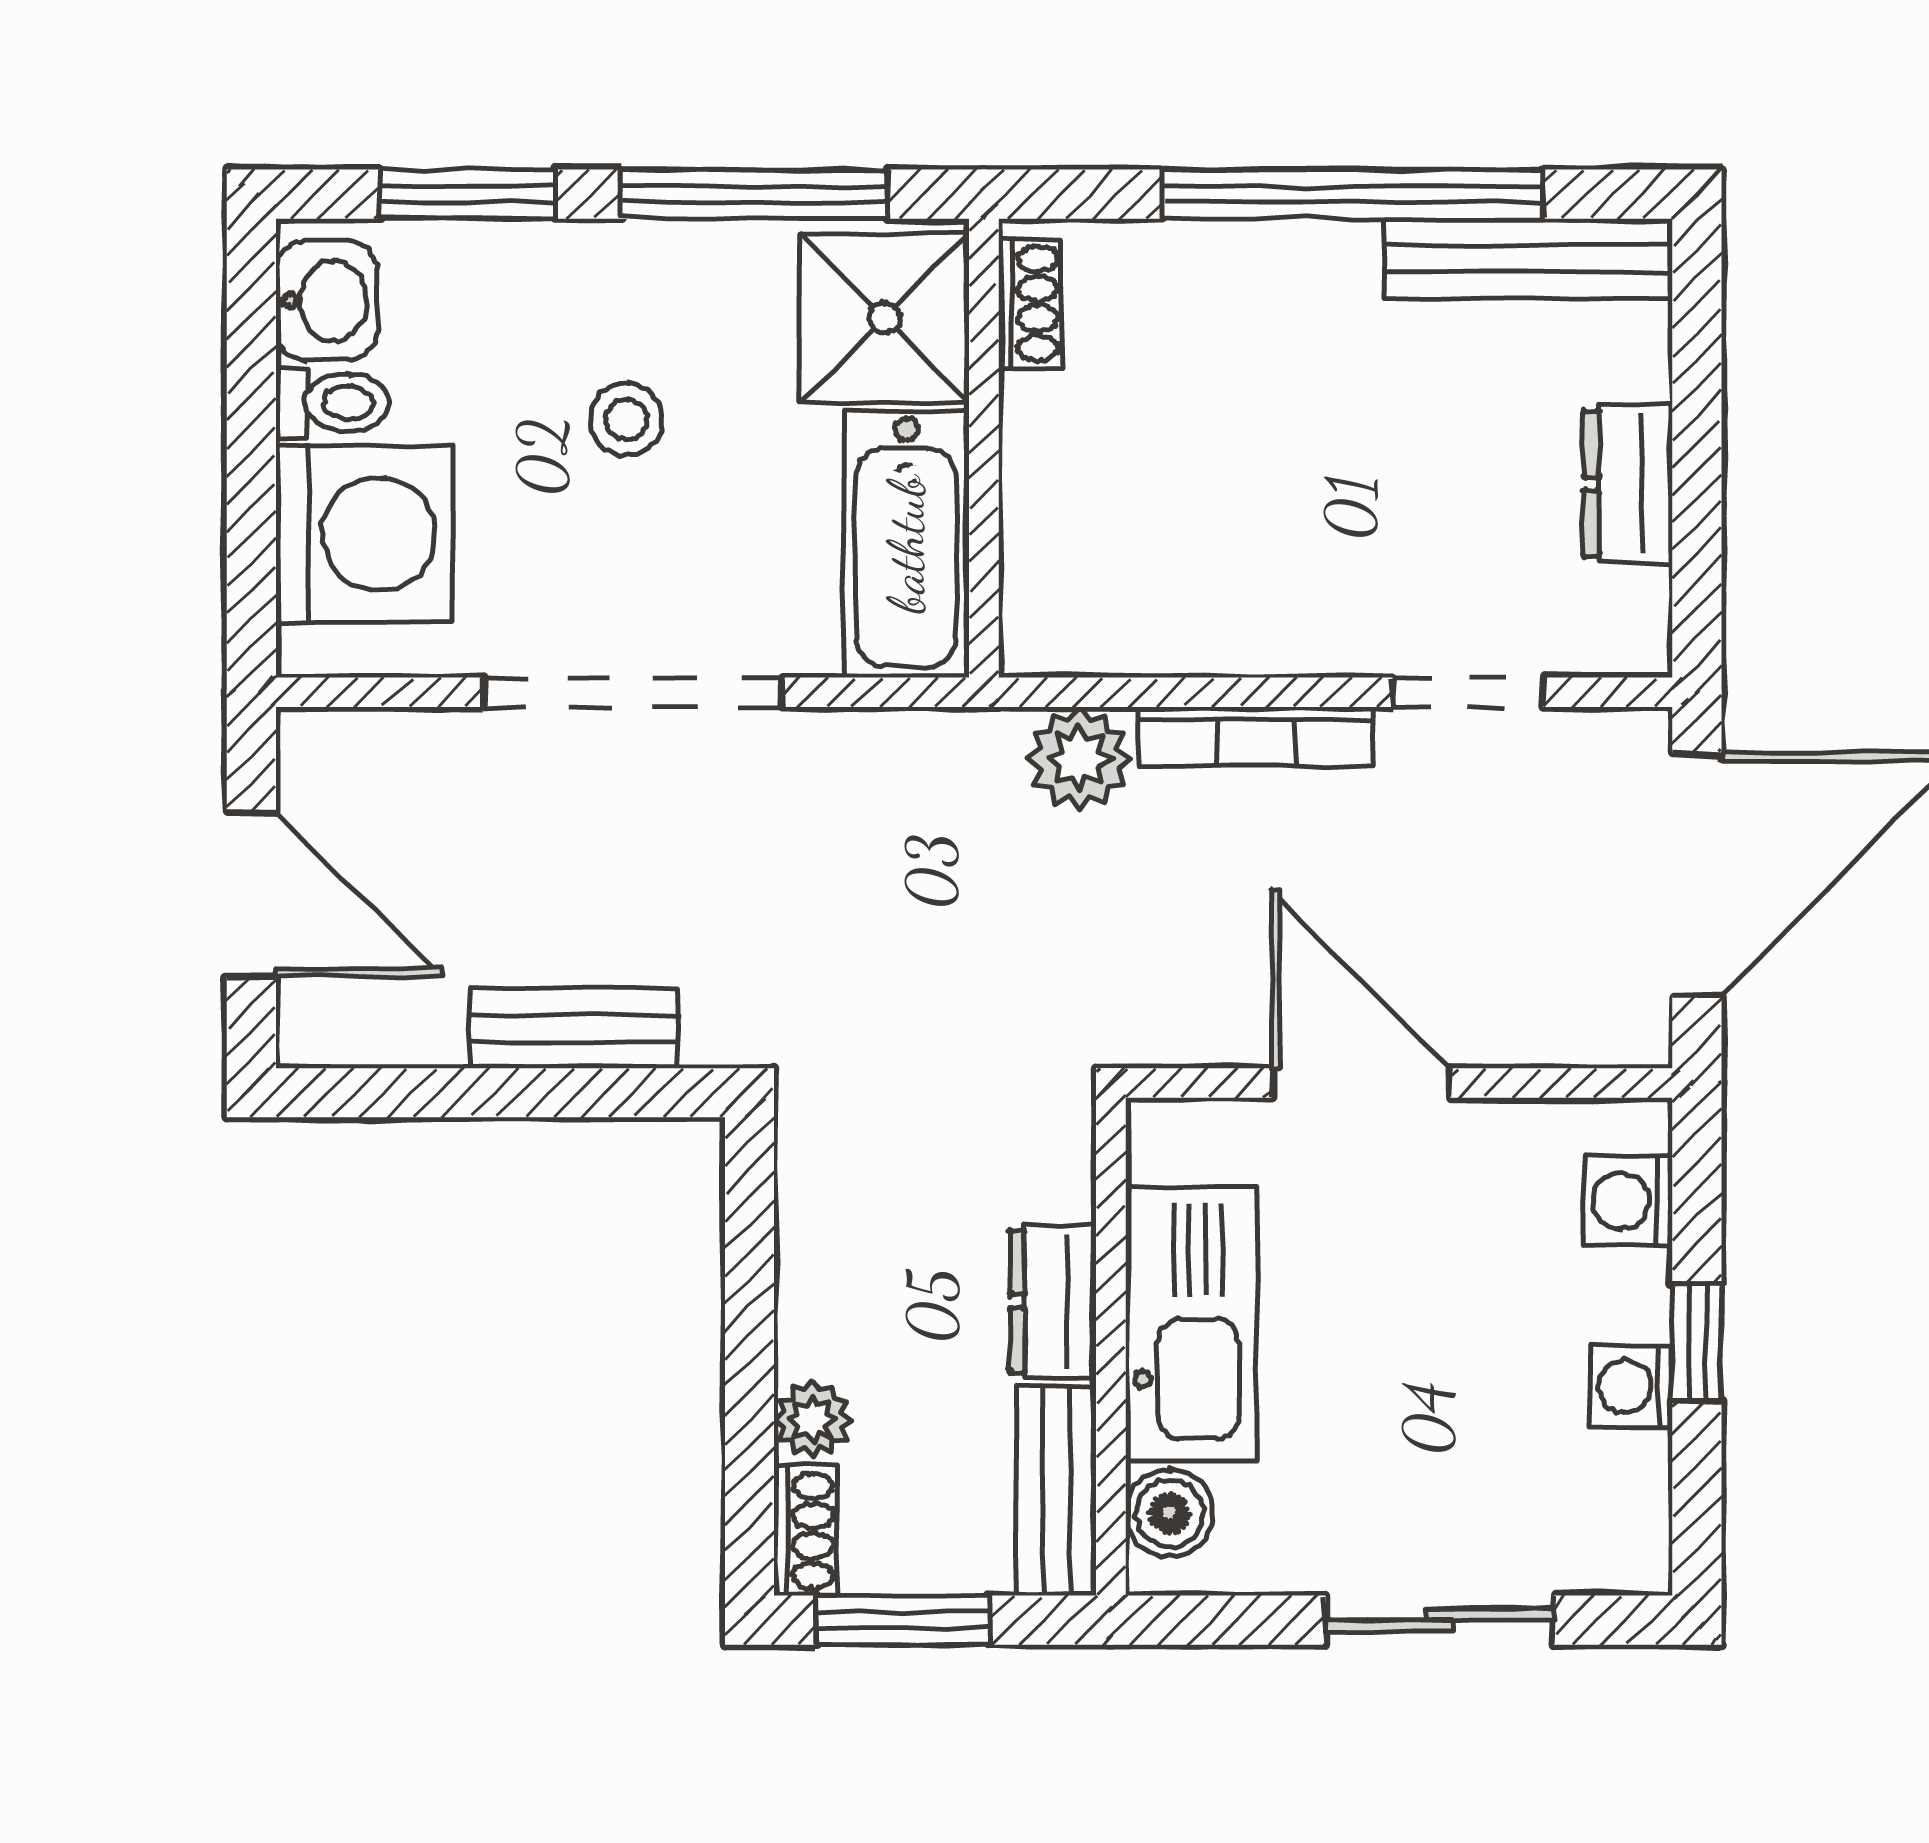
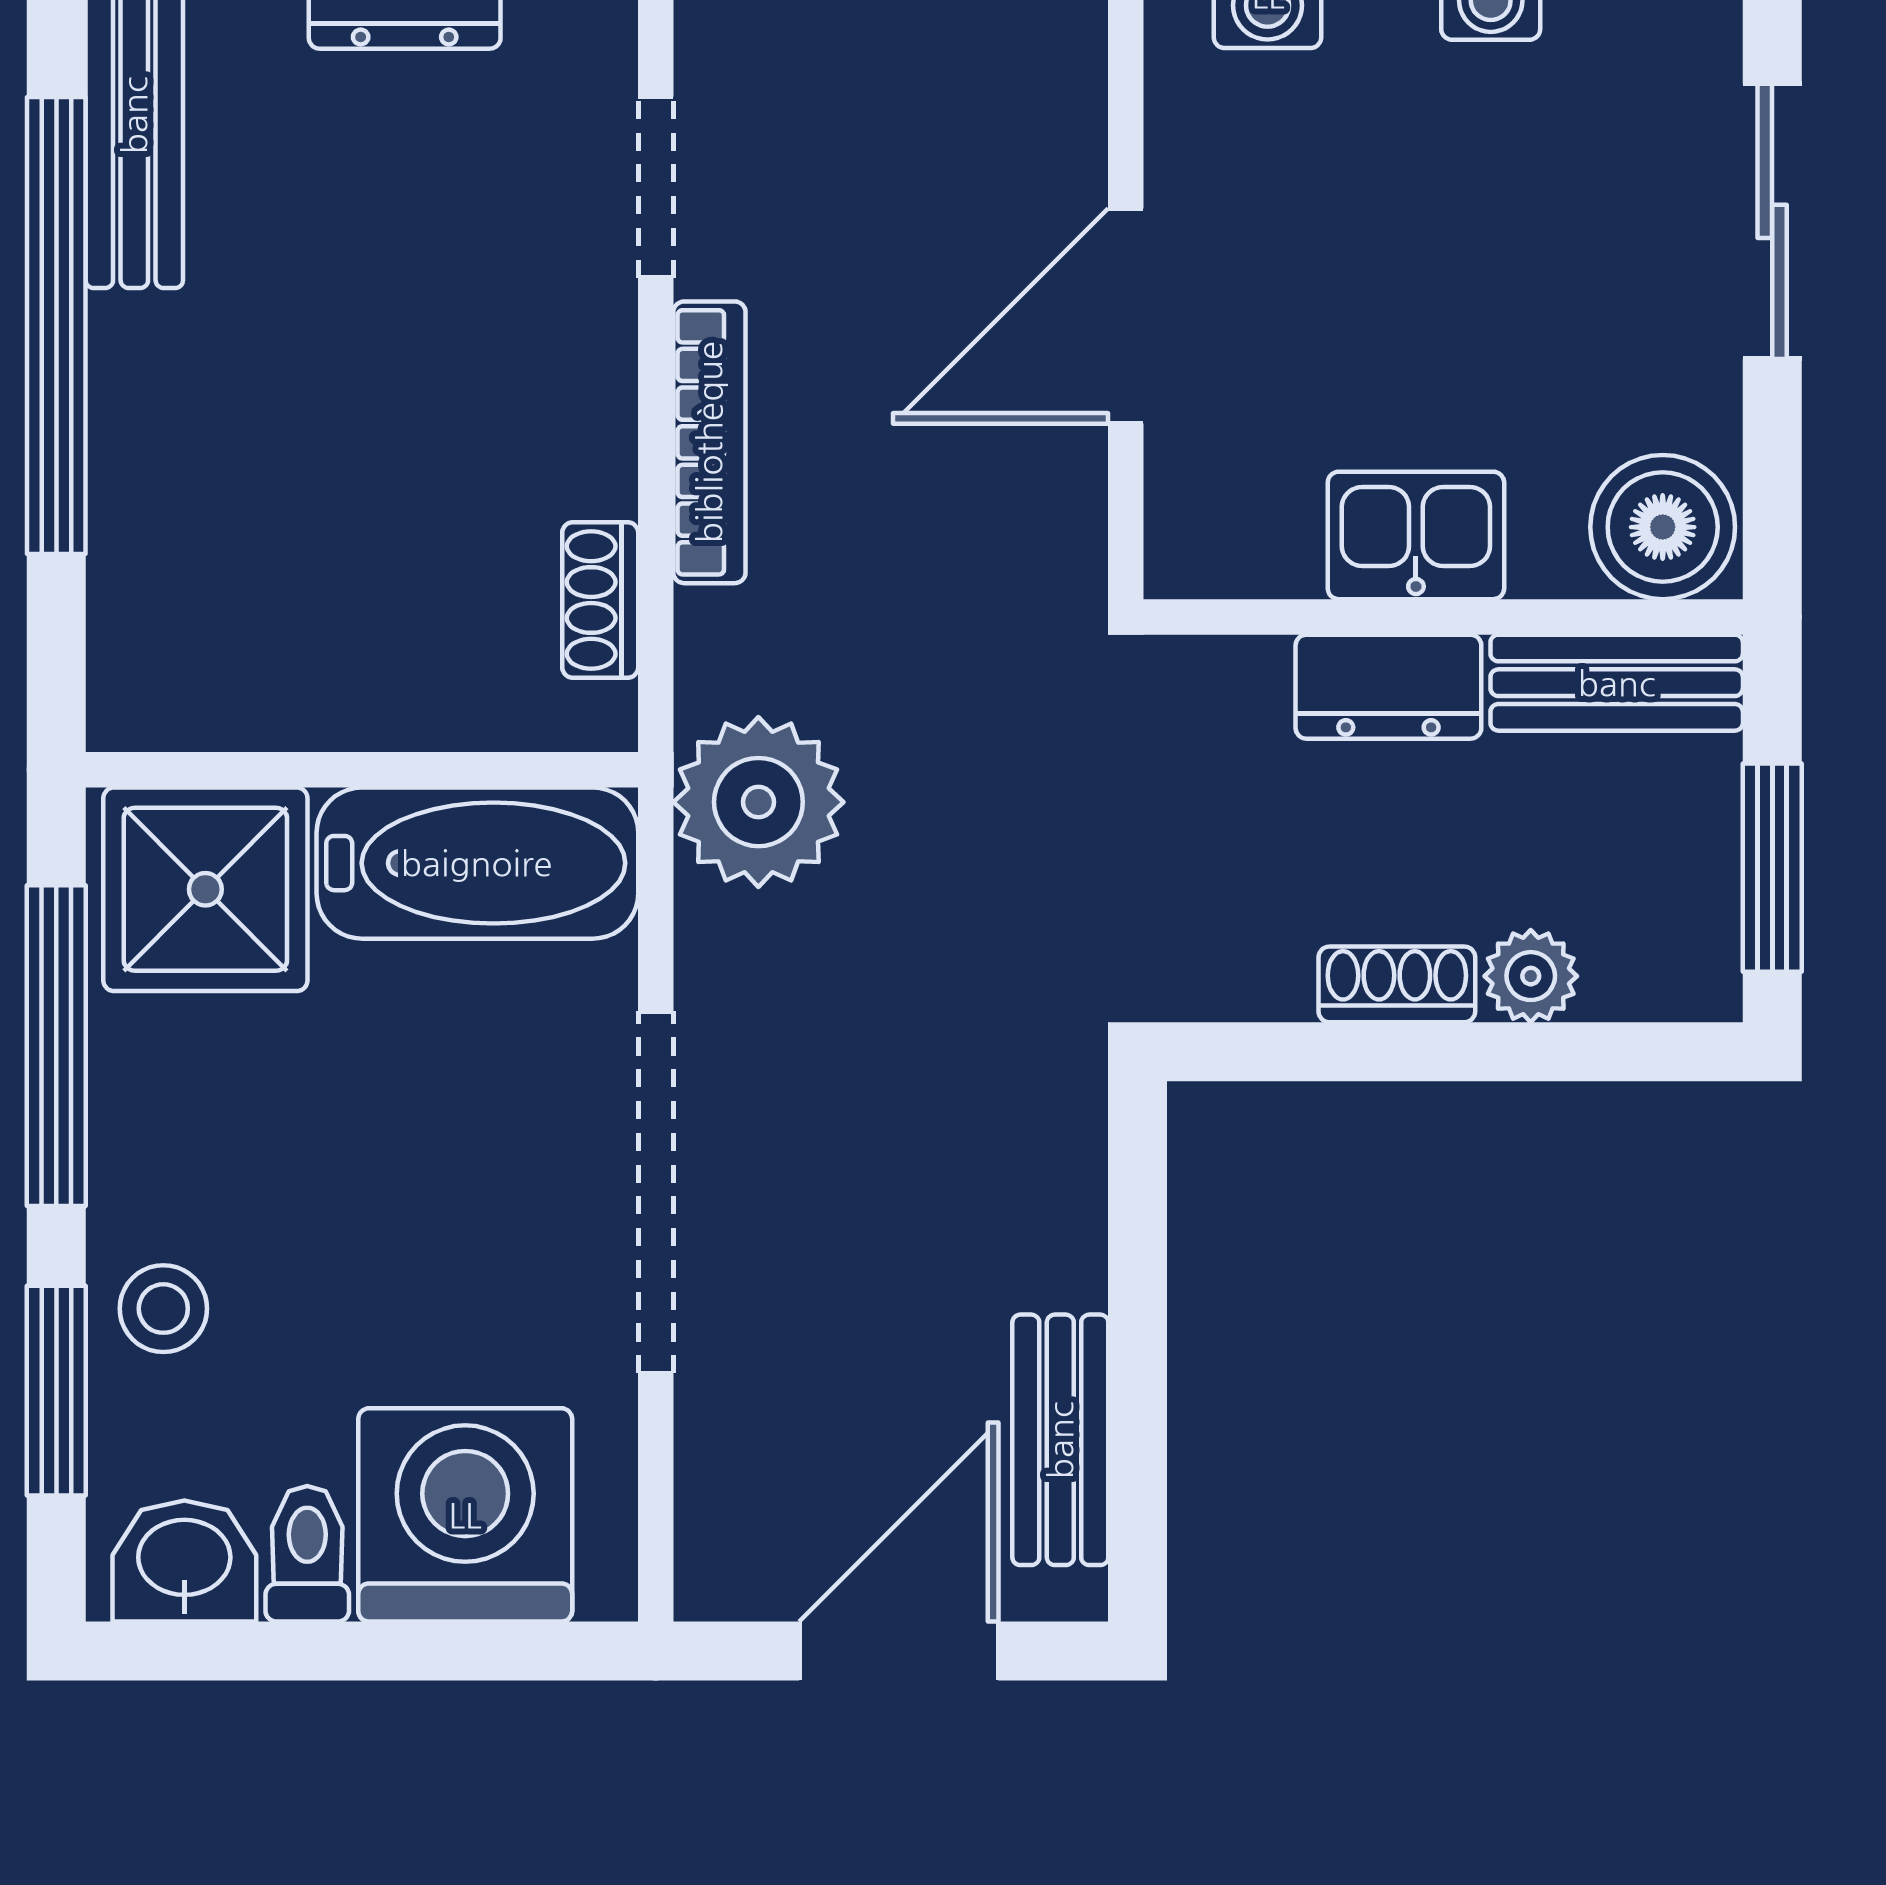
shoe rack: (1030, 303) -> (600, 600), moved, turned -90
stool: (626, 419) -> (163, 1309), moved
plant: (1079, 759) -> (758, 802), moved, width x1.36, depth x1.36
bench: (573, 1029) -> (1060, 1440), moved
kitchen sink: (1191, 1324) -> (1416, 535), width x0.53, depth x0.81
boiler: (1170, 1513) -> (1663, 527), width x1.36, depth x1.36
shoe rack: (805, 1531) -> (1397, 984), moved

